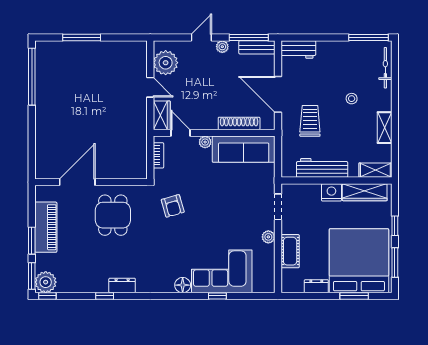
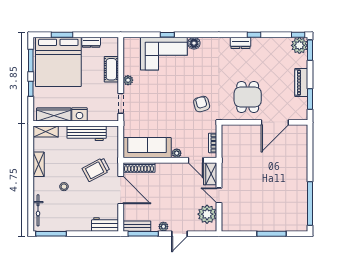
trolley: (310, 121) -> (96, 170), turned 62
shoe rack: (239, 123) -> (139, 168), moved
piano: (46, 227) -> (301, 82), width x0.73, depth x0.75
window: (32, 241) -> (310, 99), moved

